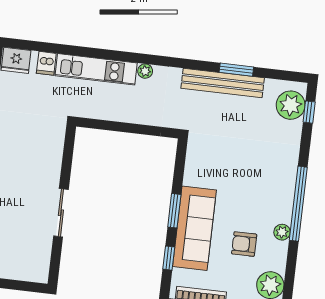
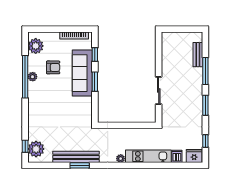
window: (236, 70) -> (80, 165), moved
window: (298, 204) -> (25, 77), moved
sliding door: (61, 213) -> (159, 90), moved

